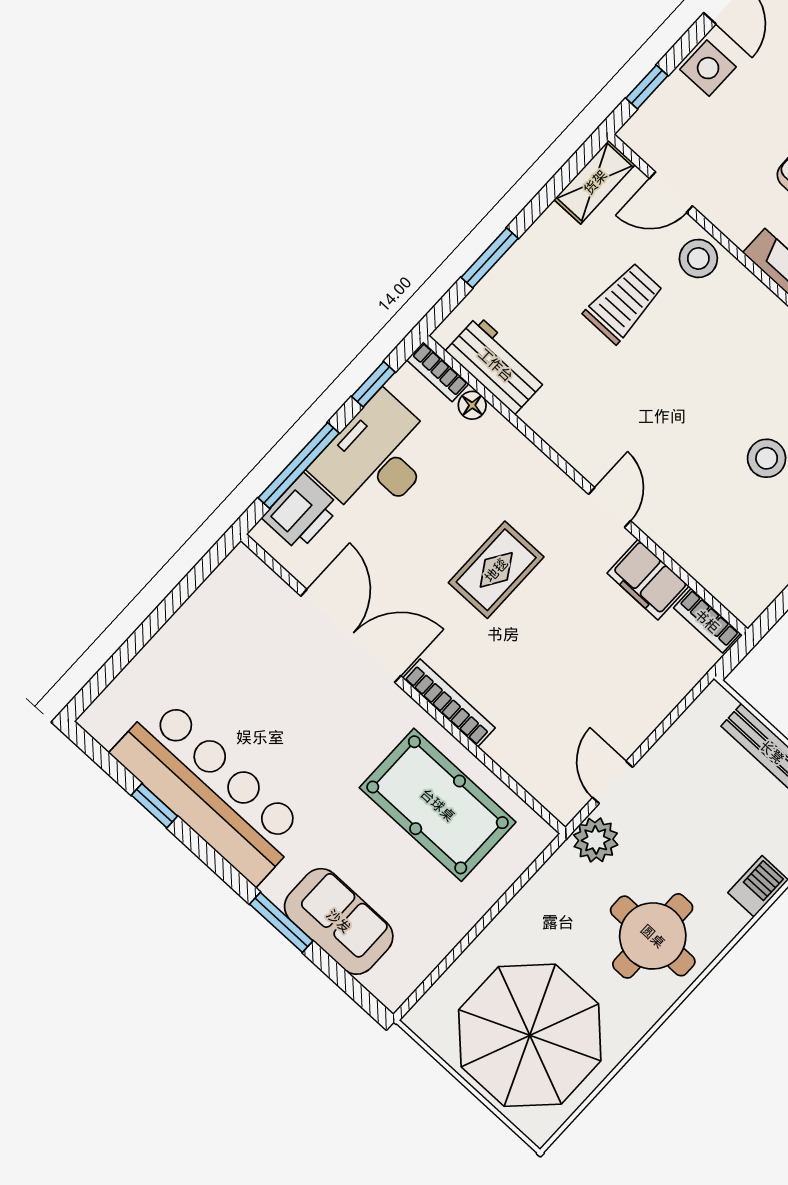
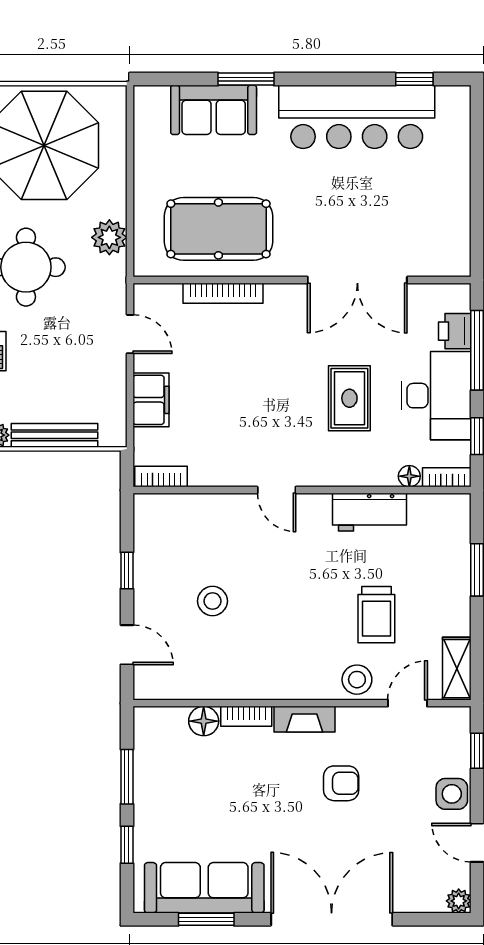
workbench: (496, 365) -> (370, 512), moved
printer: (301, 512) -> (455, 331), width x0.73, depth x0.81
rug: (496, 570) -> (349, 398), moved
filing cabinet: (648, 580) -> (151, 400), moved, turned 90
bookcase: (449, 703) -> (223, 293), moved
window: (154, 806) -> (414, 79), moved
plant: (596, 840) -> (109, 237), moved

